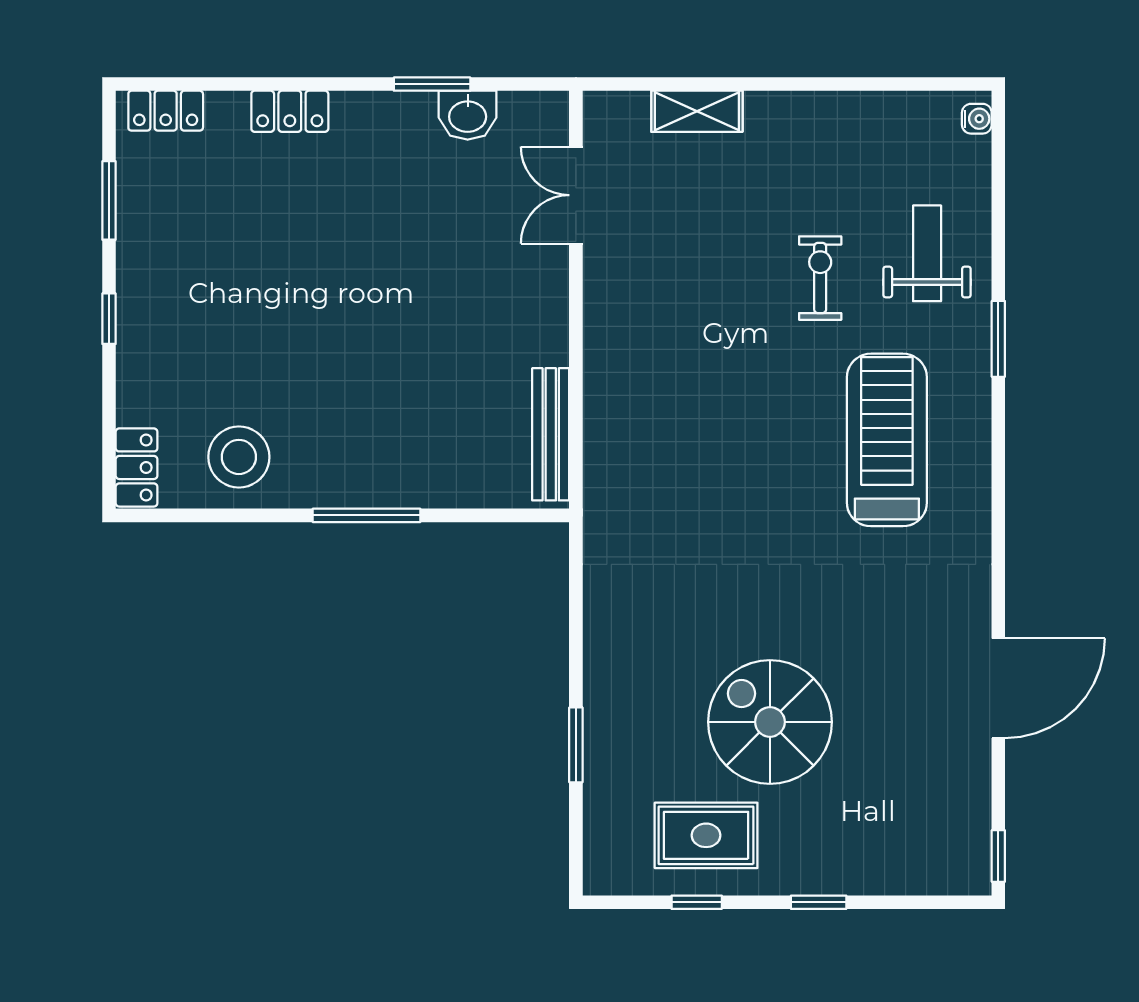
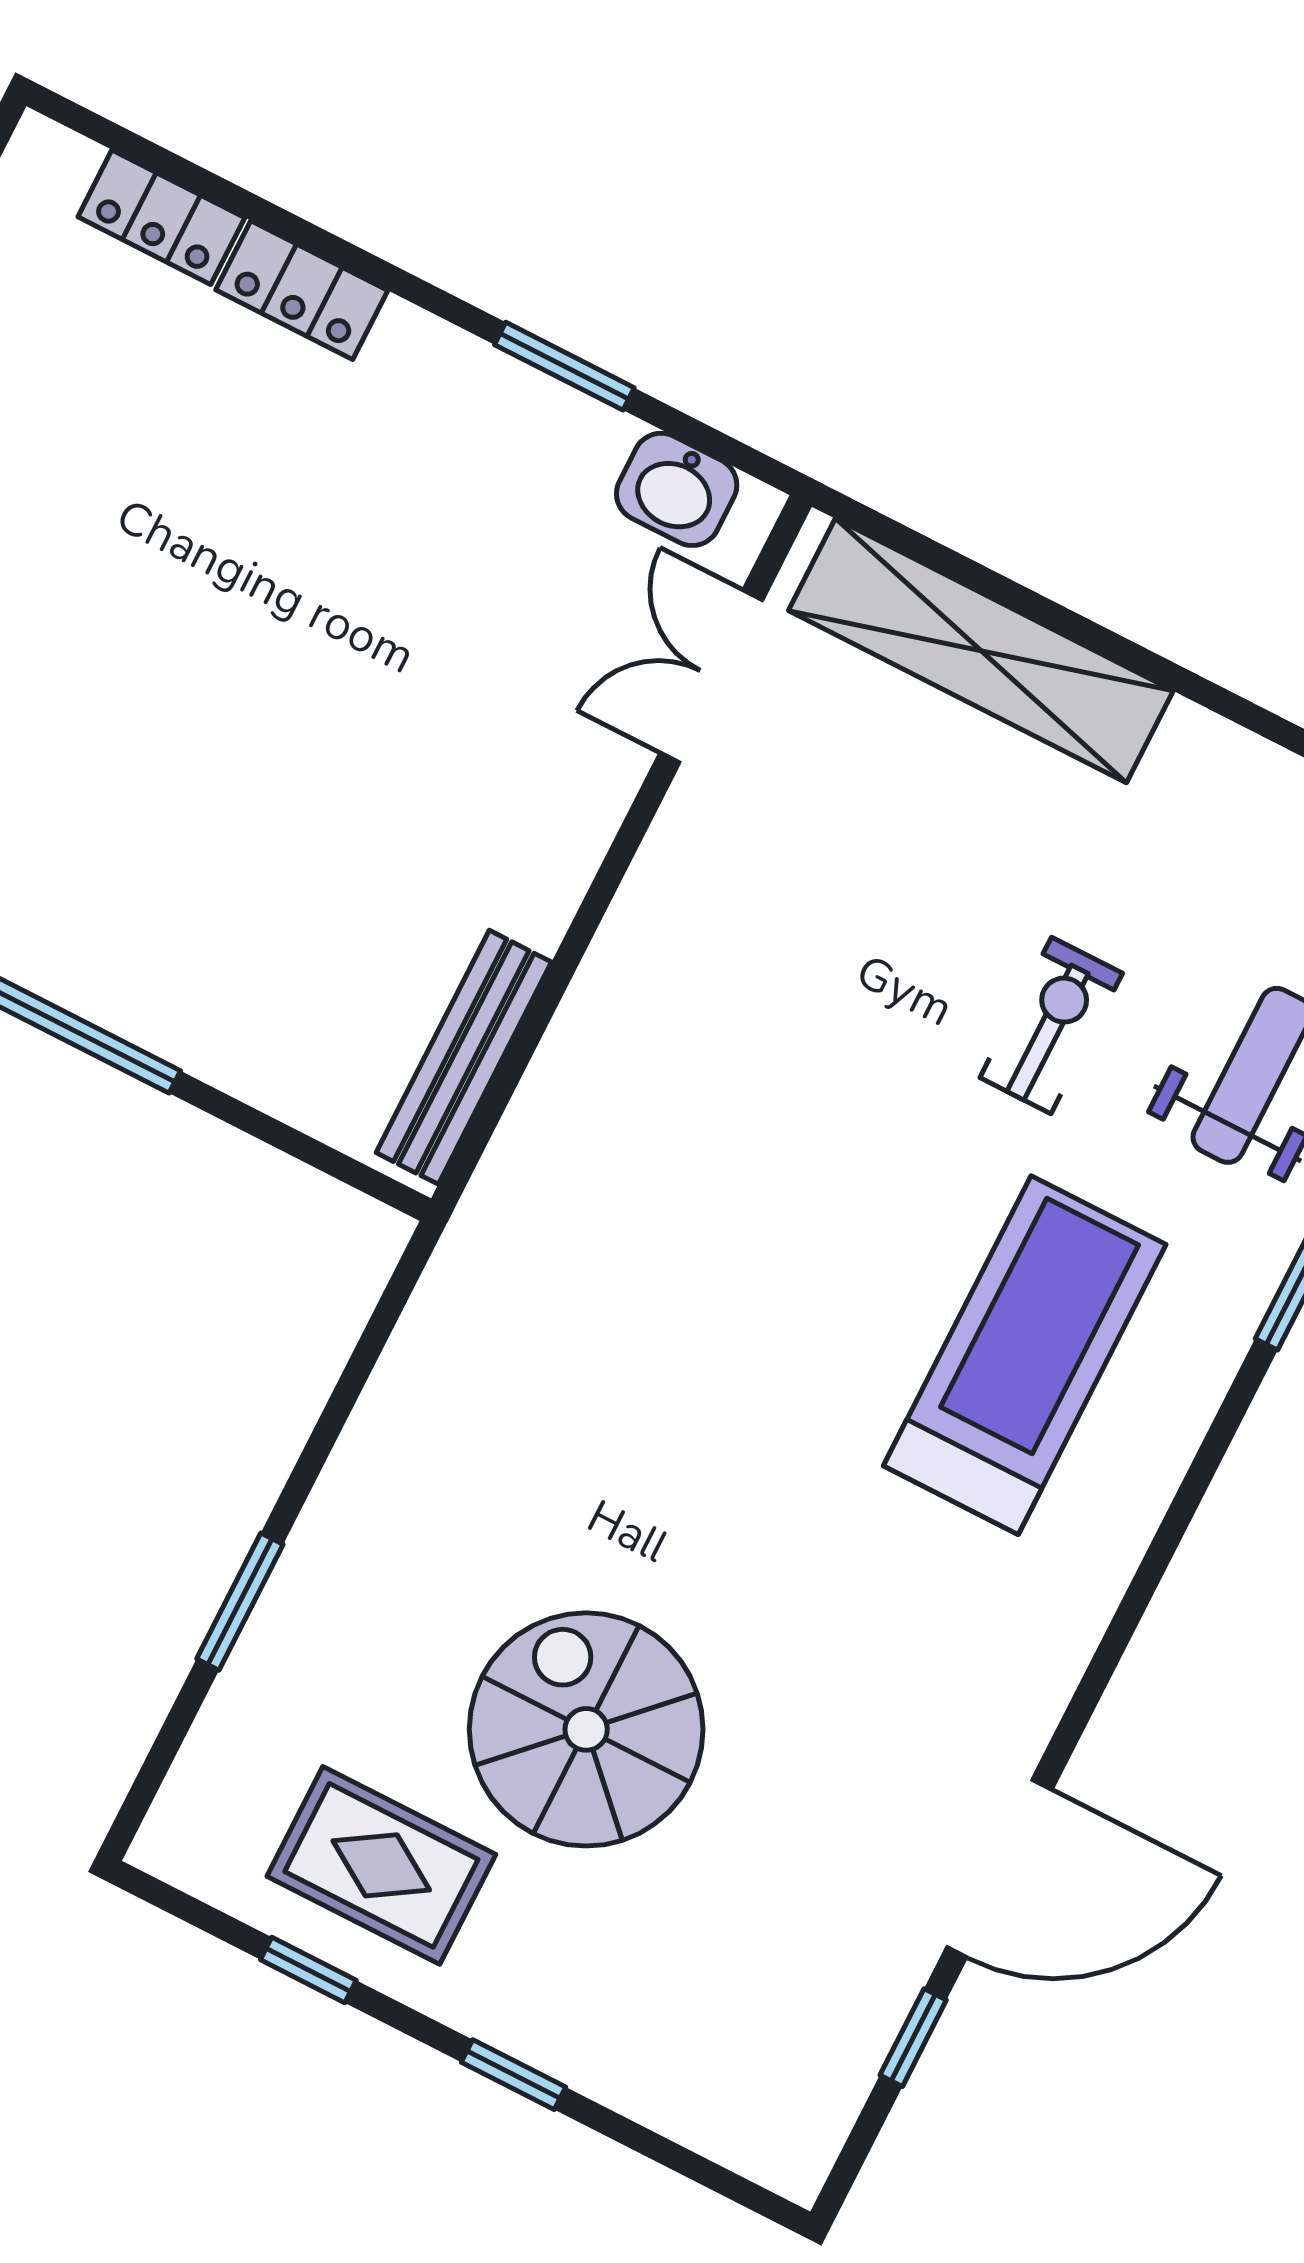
locker: (166, 111) -> (161, 217), moved
shelving: (697, 111) -> (981, 651), width x2.20, depth x1.33
washbasin: (468, 115) -> (677, 489), moved
window: (998, 856) -> (913, 2038), moved

